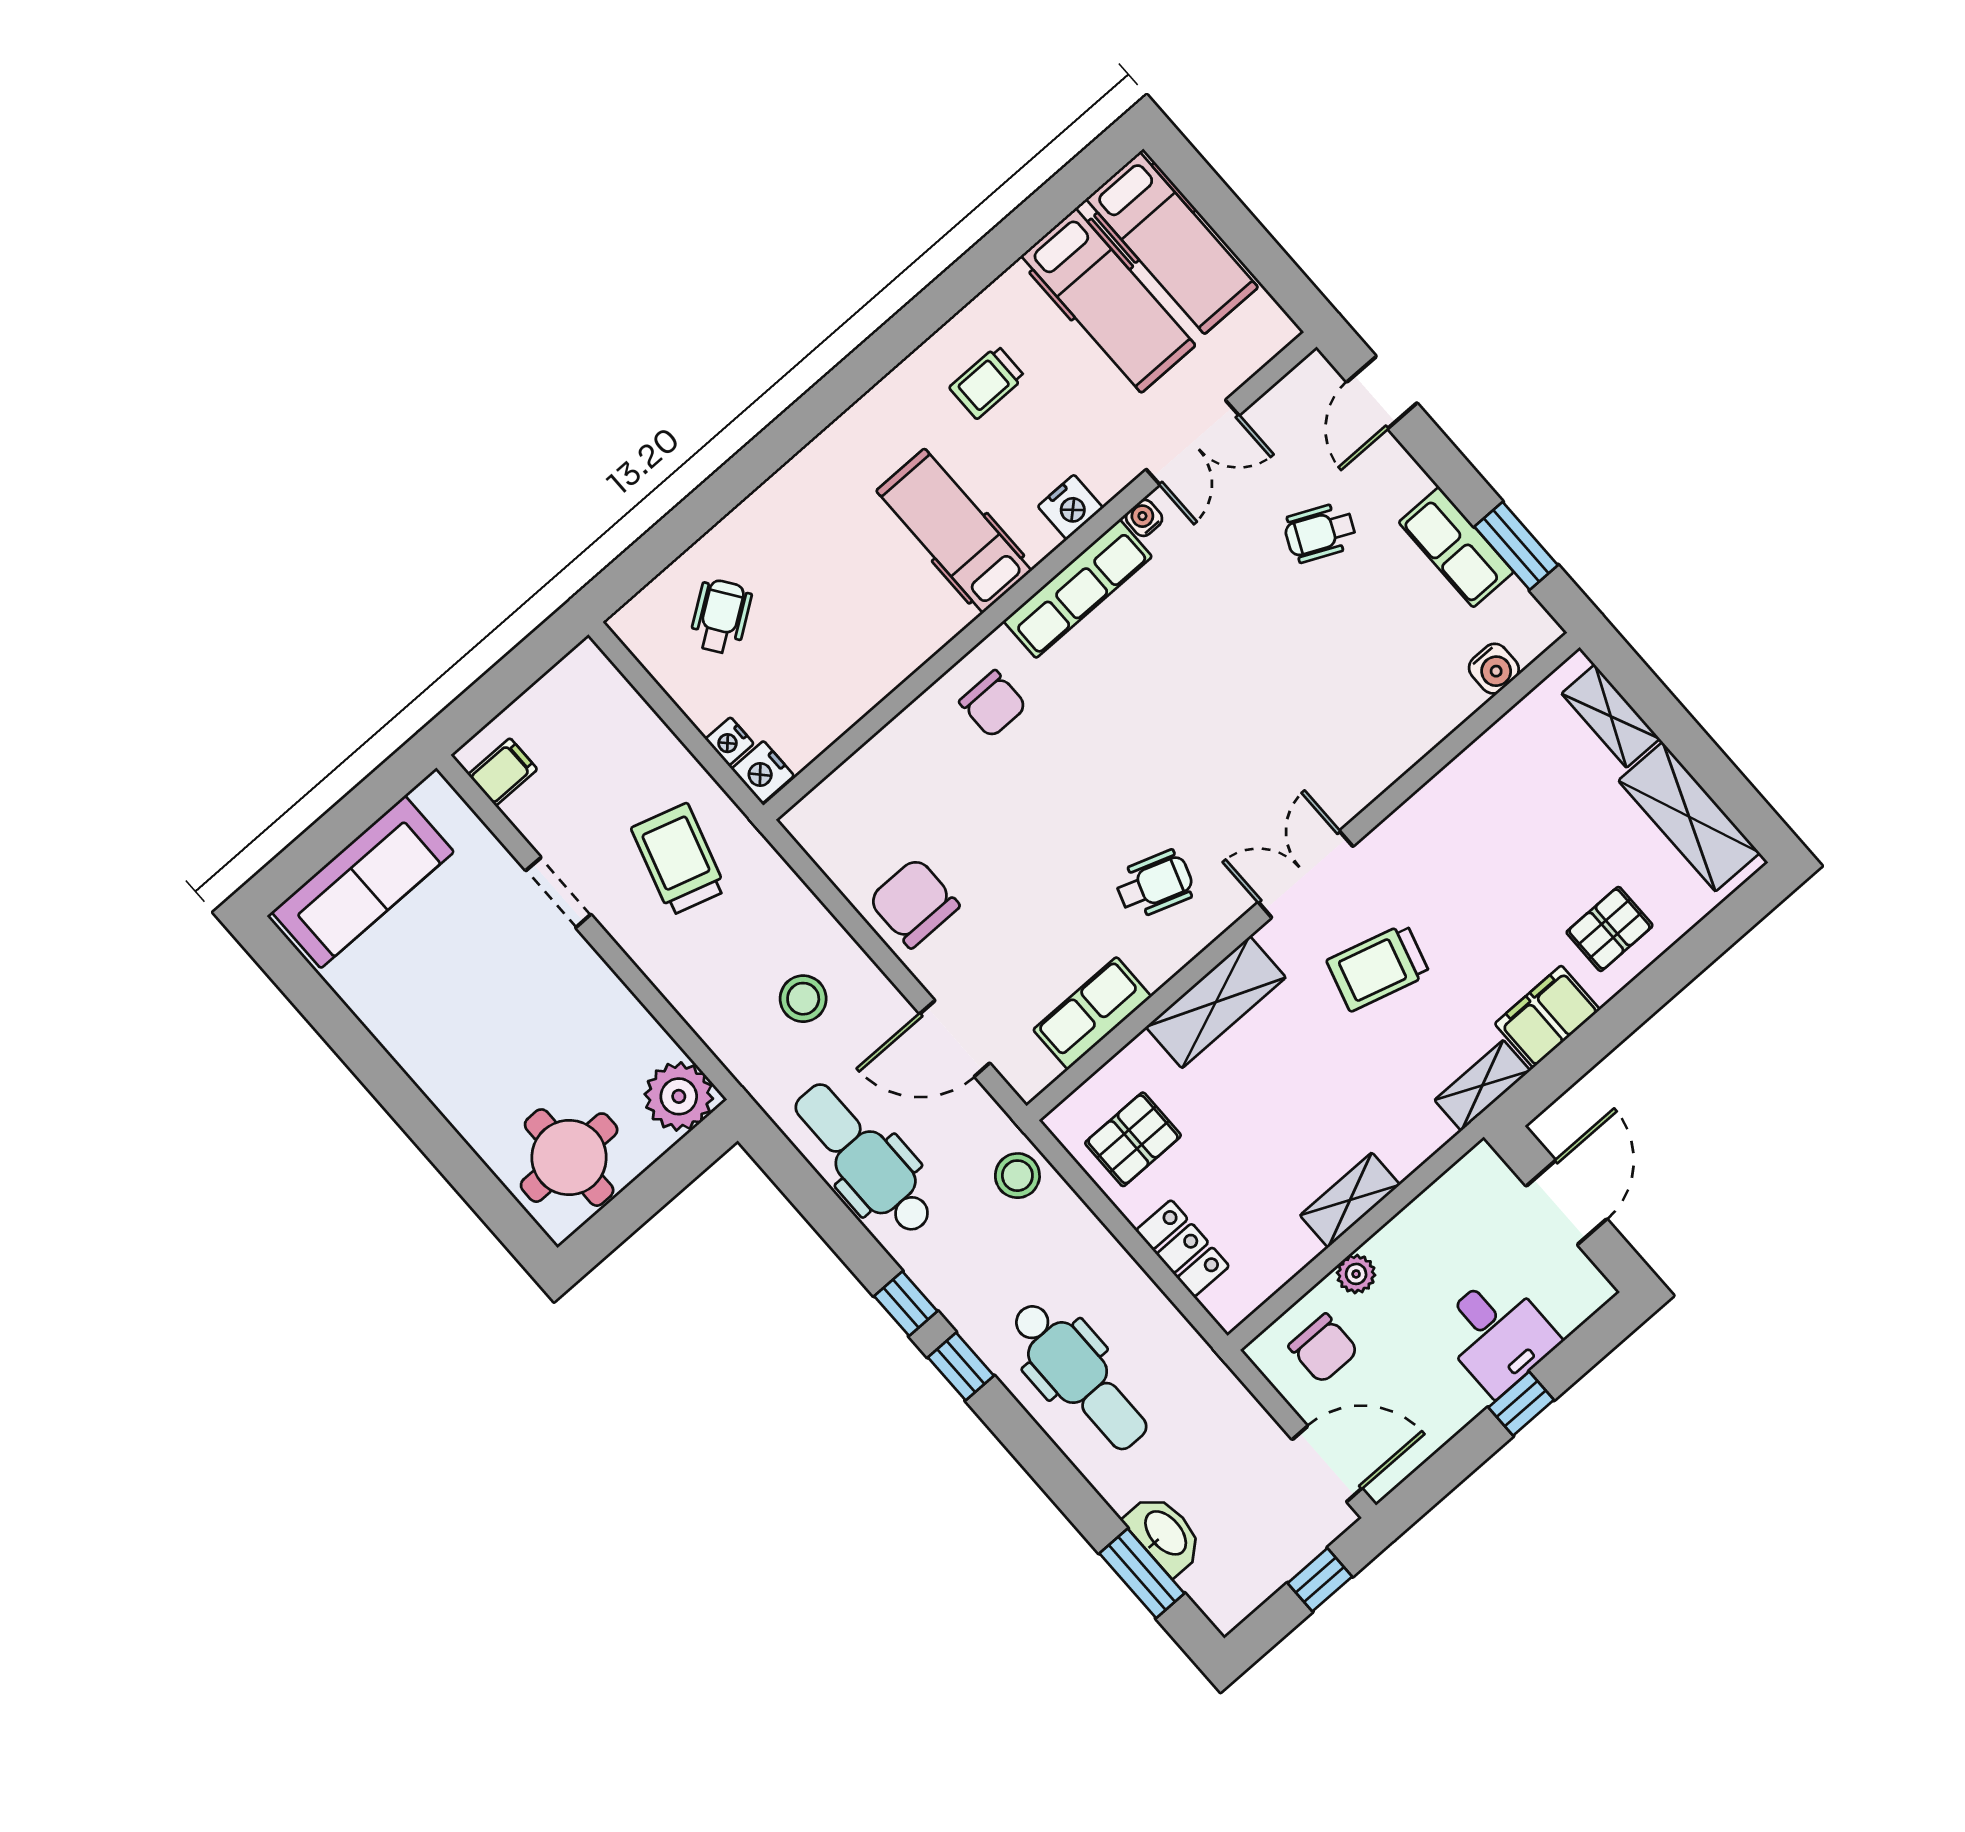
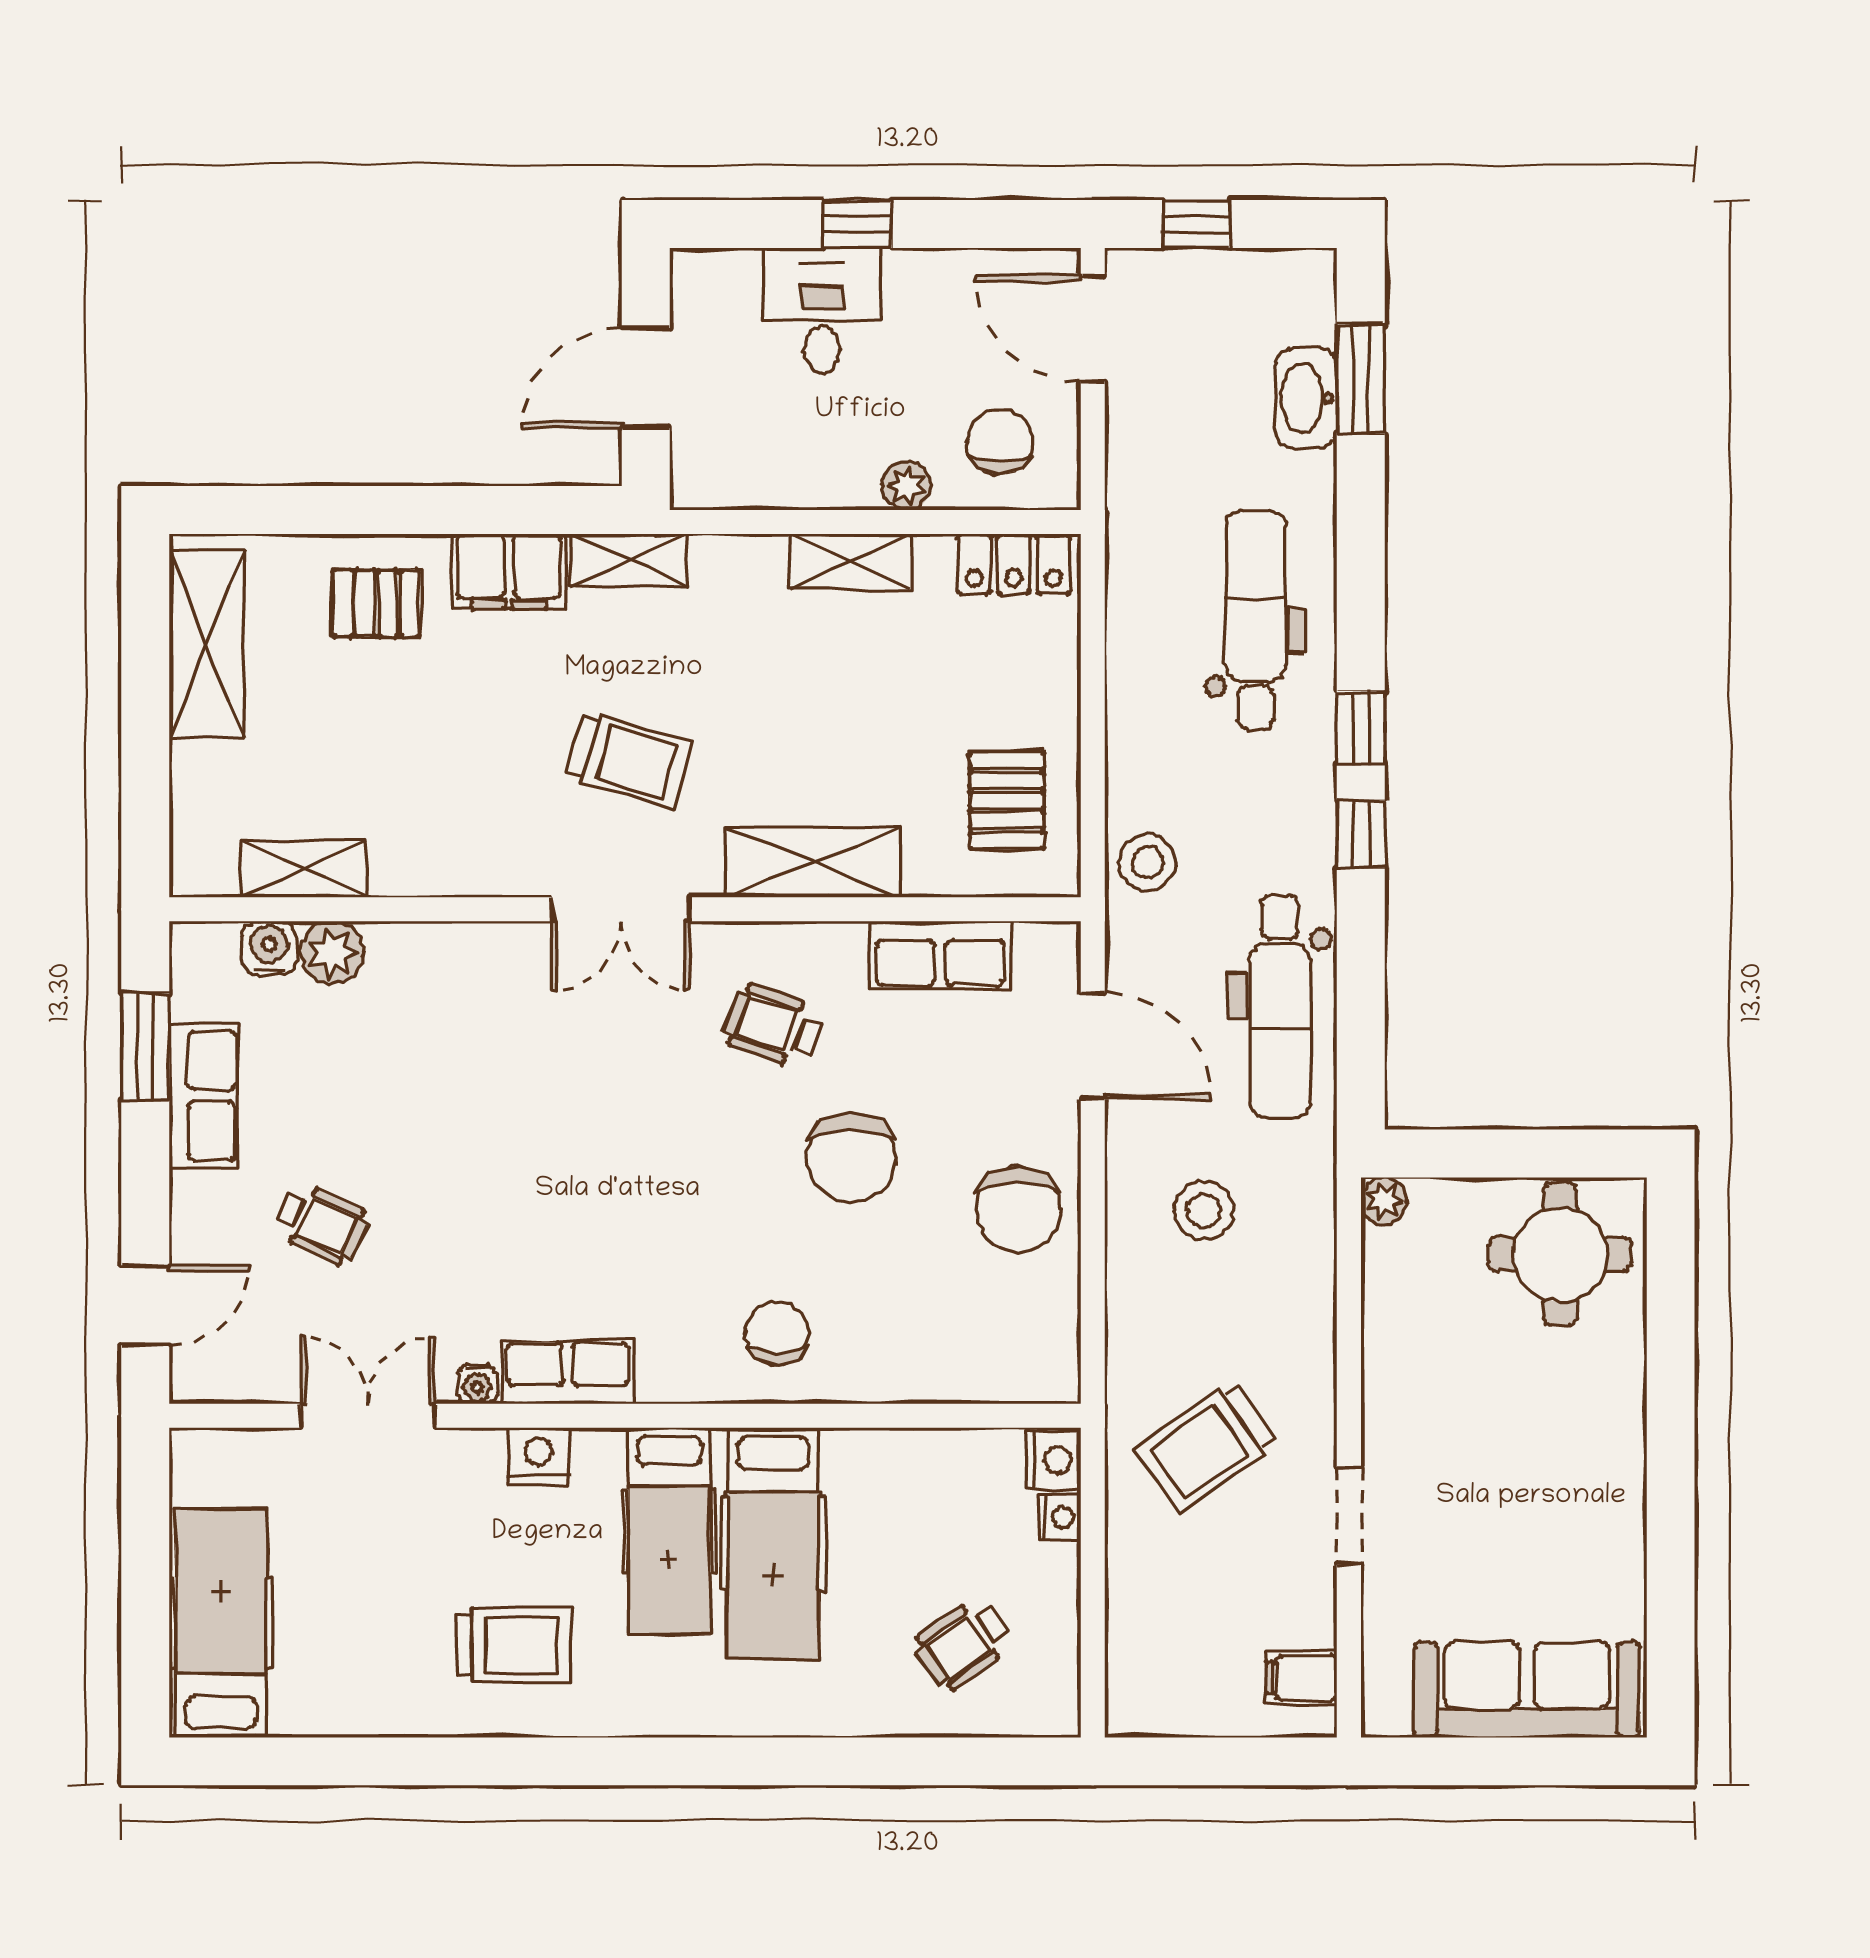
hospital bed: (1108, 301) -> (773, 1544), moved, turned 180
trolley: (987, 382) -> (514, 1645), width x1.36, depth x1.39
row of seats: (1078, 589) -> (568, 1372), width x0.68
plant: (1454, 699) -> (332, 952), added
shelving: (1611, 716) -> (304, 869), moved, turned 90
chair: (1040, 846) -> (851, 1158), added
trolley: (679, 859) -> (1206, 1447), turned 38
plant: (679, 1096) -> (1384, 1201), width x0.53, depth x0.53
pallet: (1133, 1139) -> (1007, 801), turned 90
locker: (1182, 1248) -> (1014, 564), moved, turned -90

